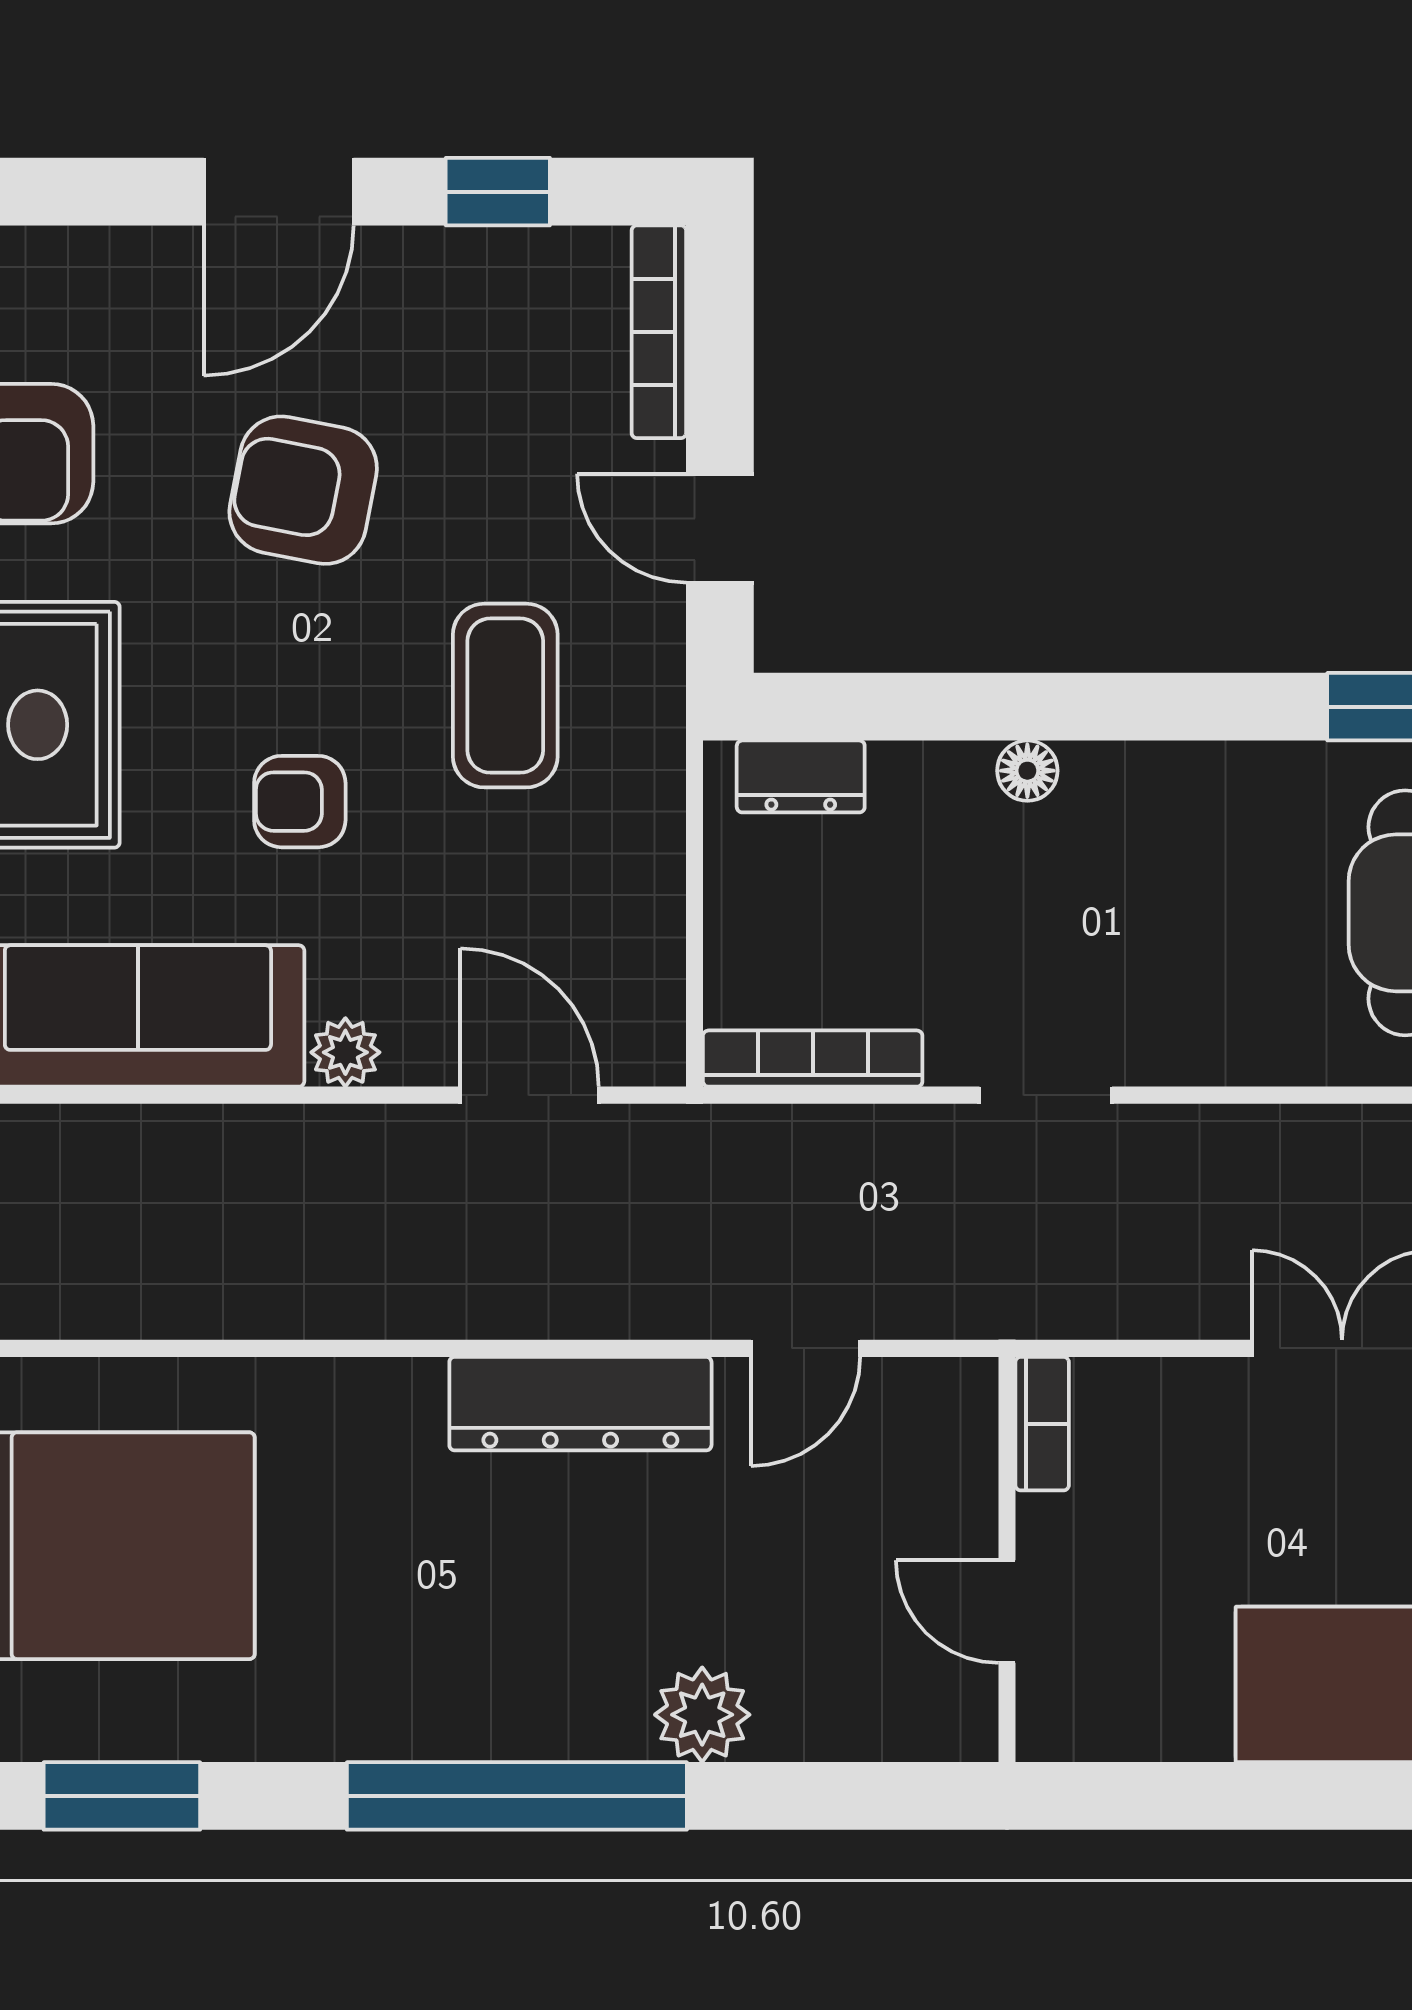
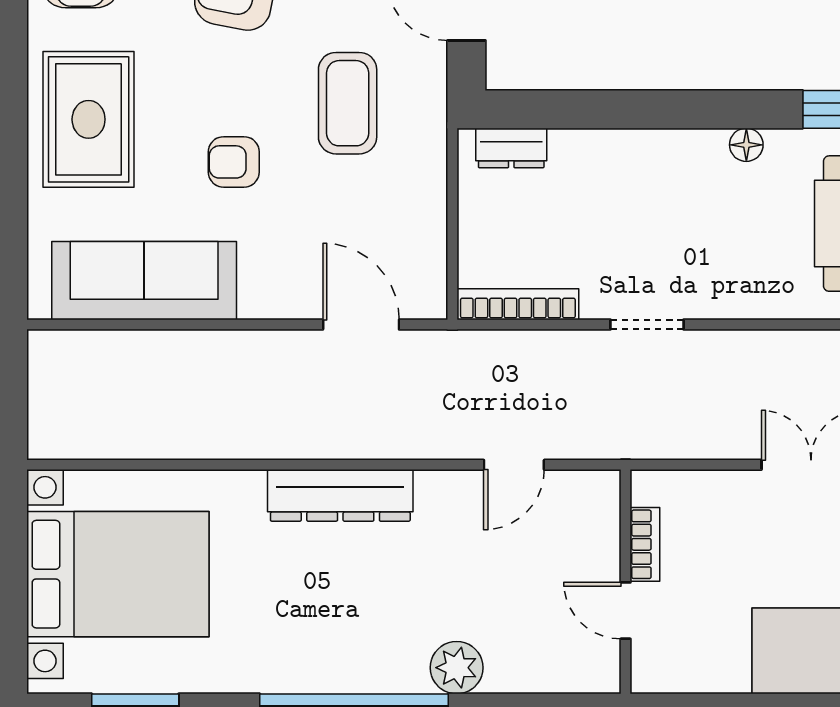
floor lamp: (1027, 771) -> (746, 145), moved
plant: (345, 1052) -> (259, 301), removed
dresser: (580, 1404) -> (340, 495), moved
bookcase: (1042, 1424) -> (645, 544), moved

